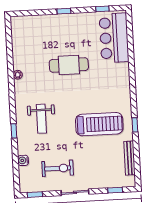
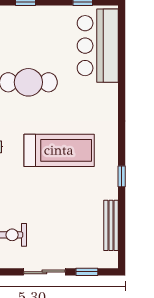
treadmill: (99, 124) -> (59, 150), moved
sliding door: (75, 192) -> (44, 272), moved

